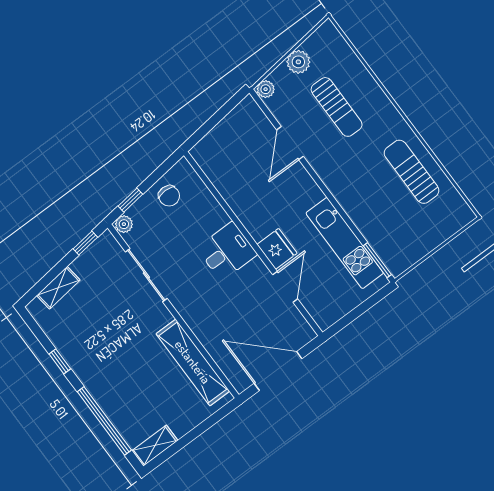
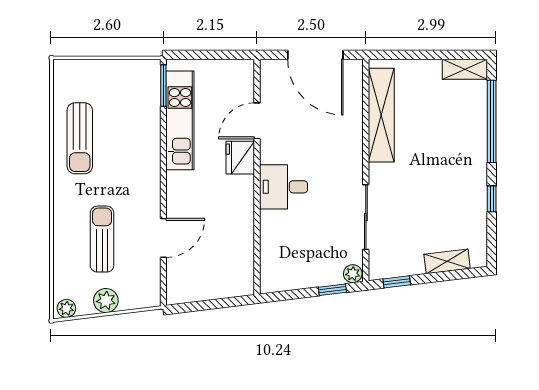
plant: (266, 89) -> (66, 308), moved
chair: (169, 196) -> (297, 269), removed

